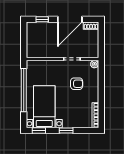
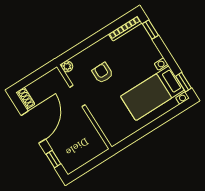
door: (70, 19) -> (33, 127), hinge flipped
window: (24, 90) -> (148, 129), removed
window: (66, 131) -> (150, 30), moved

